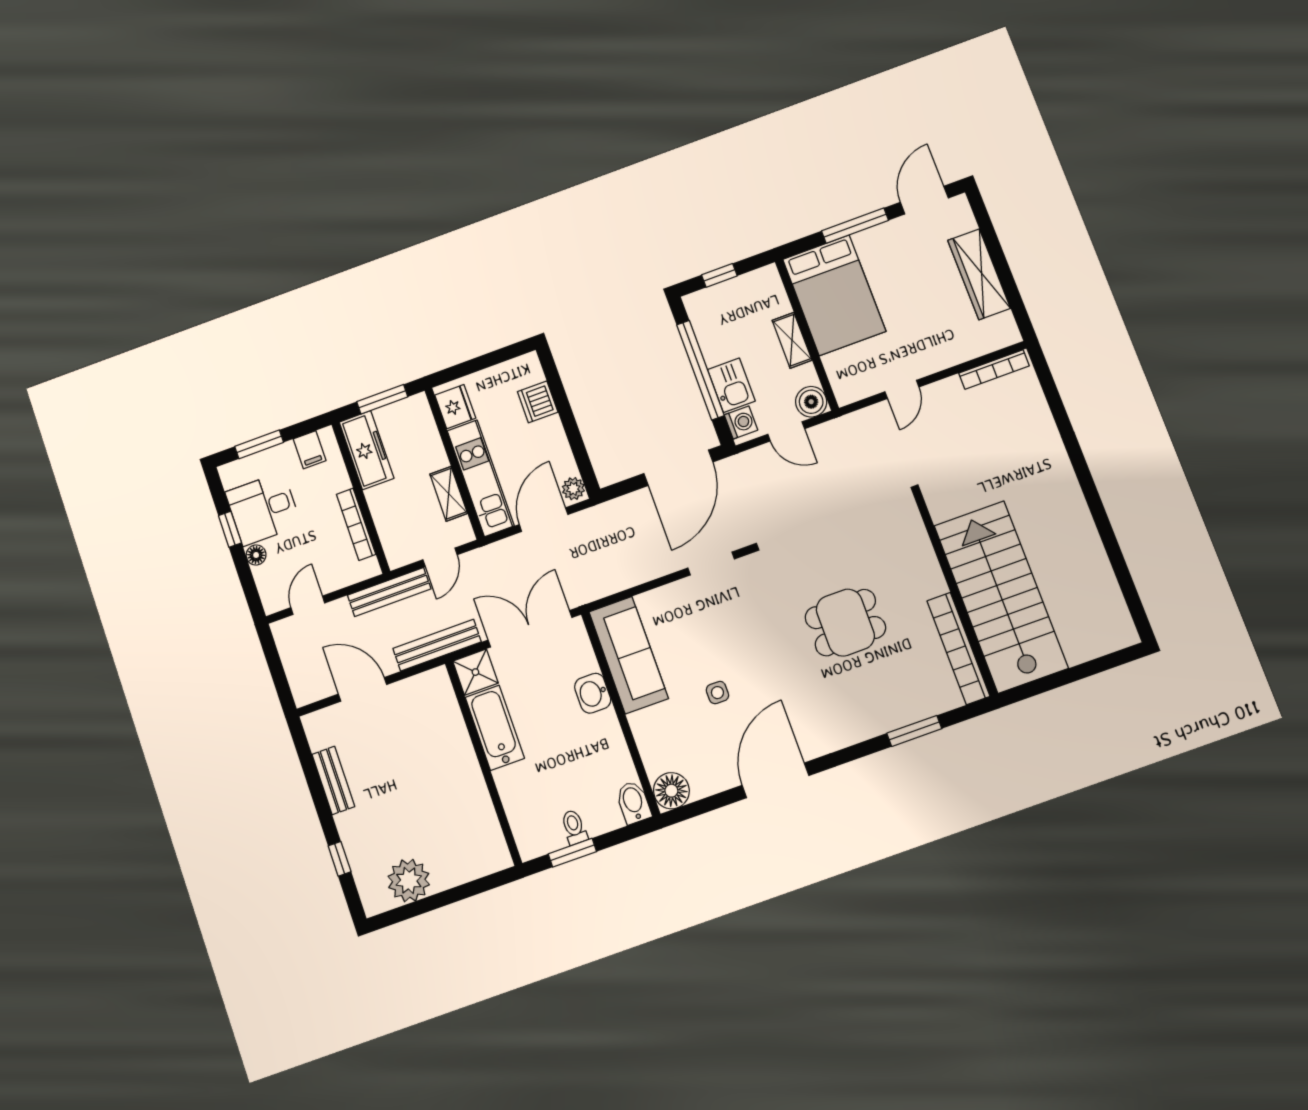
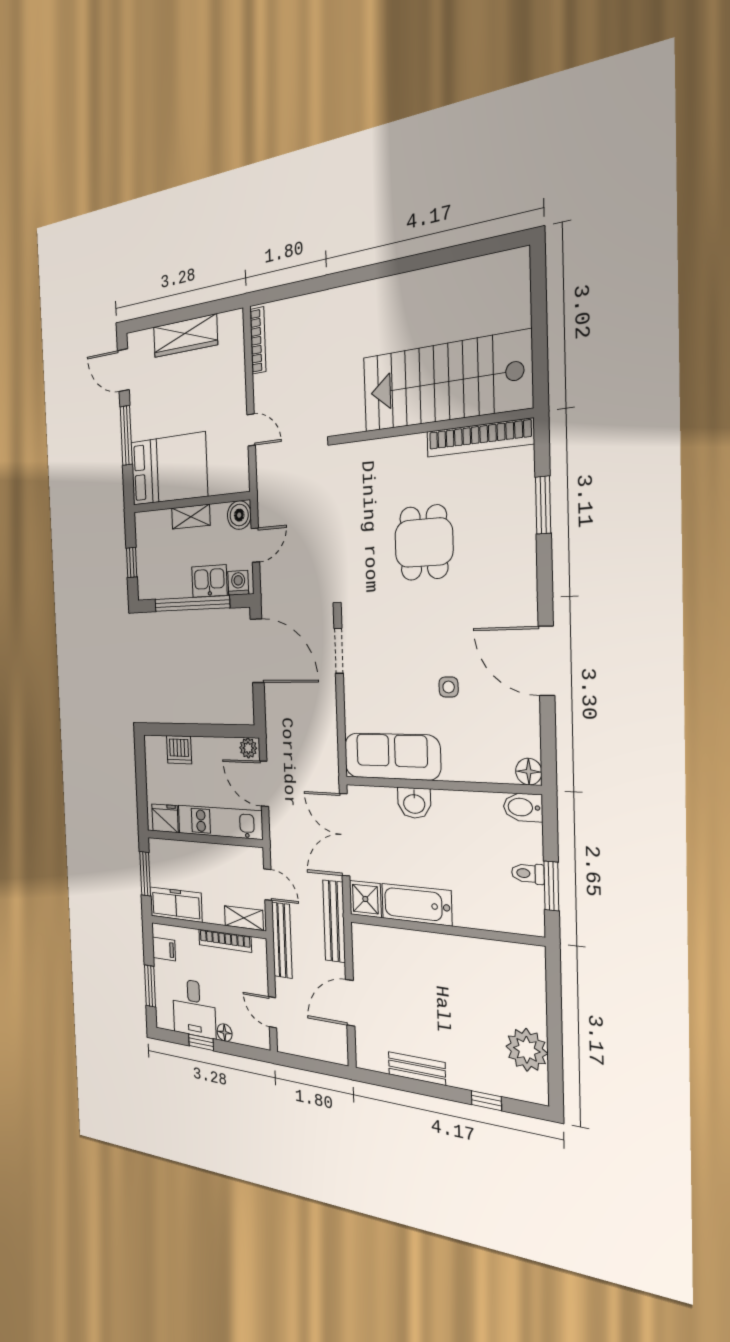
shelving: (449, 494) -> (244, 918), moved
floor lamp: (671, 791) -> (529, 772), width x0.73, depth x0.73

